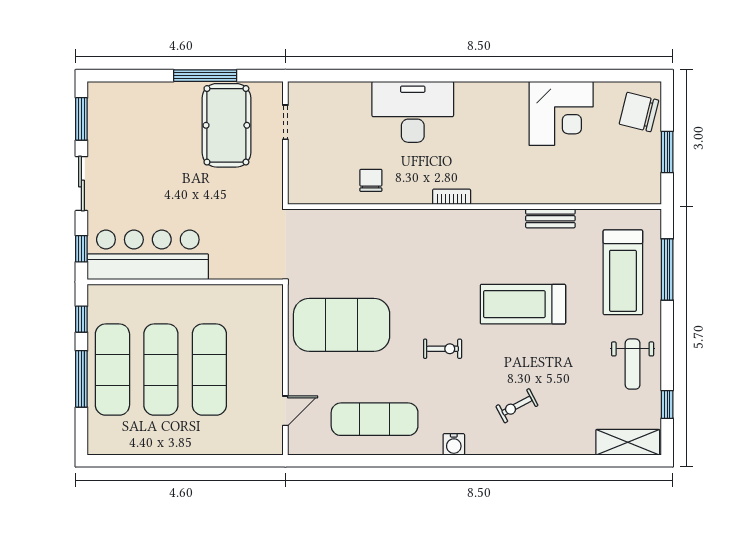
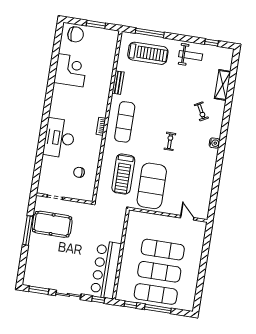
chair: (639, 112) -> (76, 34), turned -104
chair: (371, 180) -> (79, 172), moved
treadmill: (523, 304) -> (123, 174), moved
exercise mat: (375, 419) -> (125, 122), moved
shelving: (628, 442) -> (223, 85), moved

